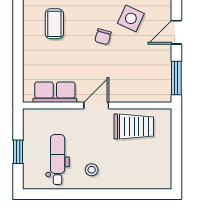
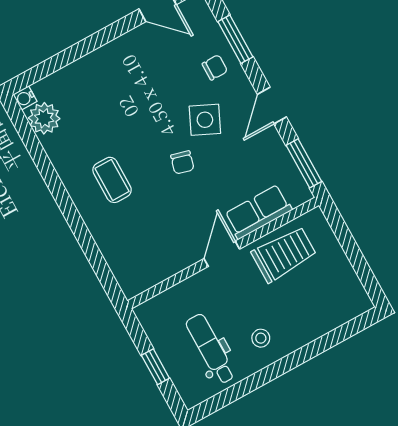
row of seats: (55, 92) -> (258, 212), moved

